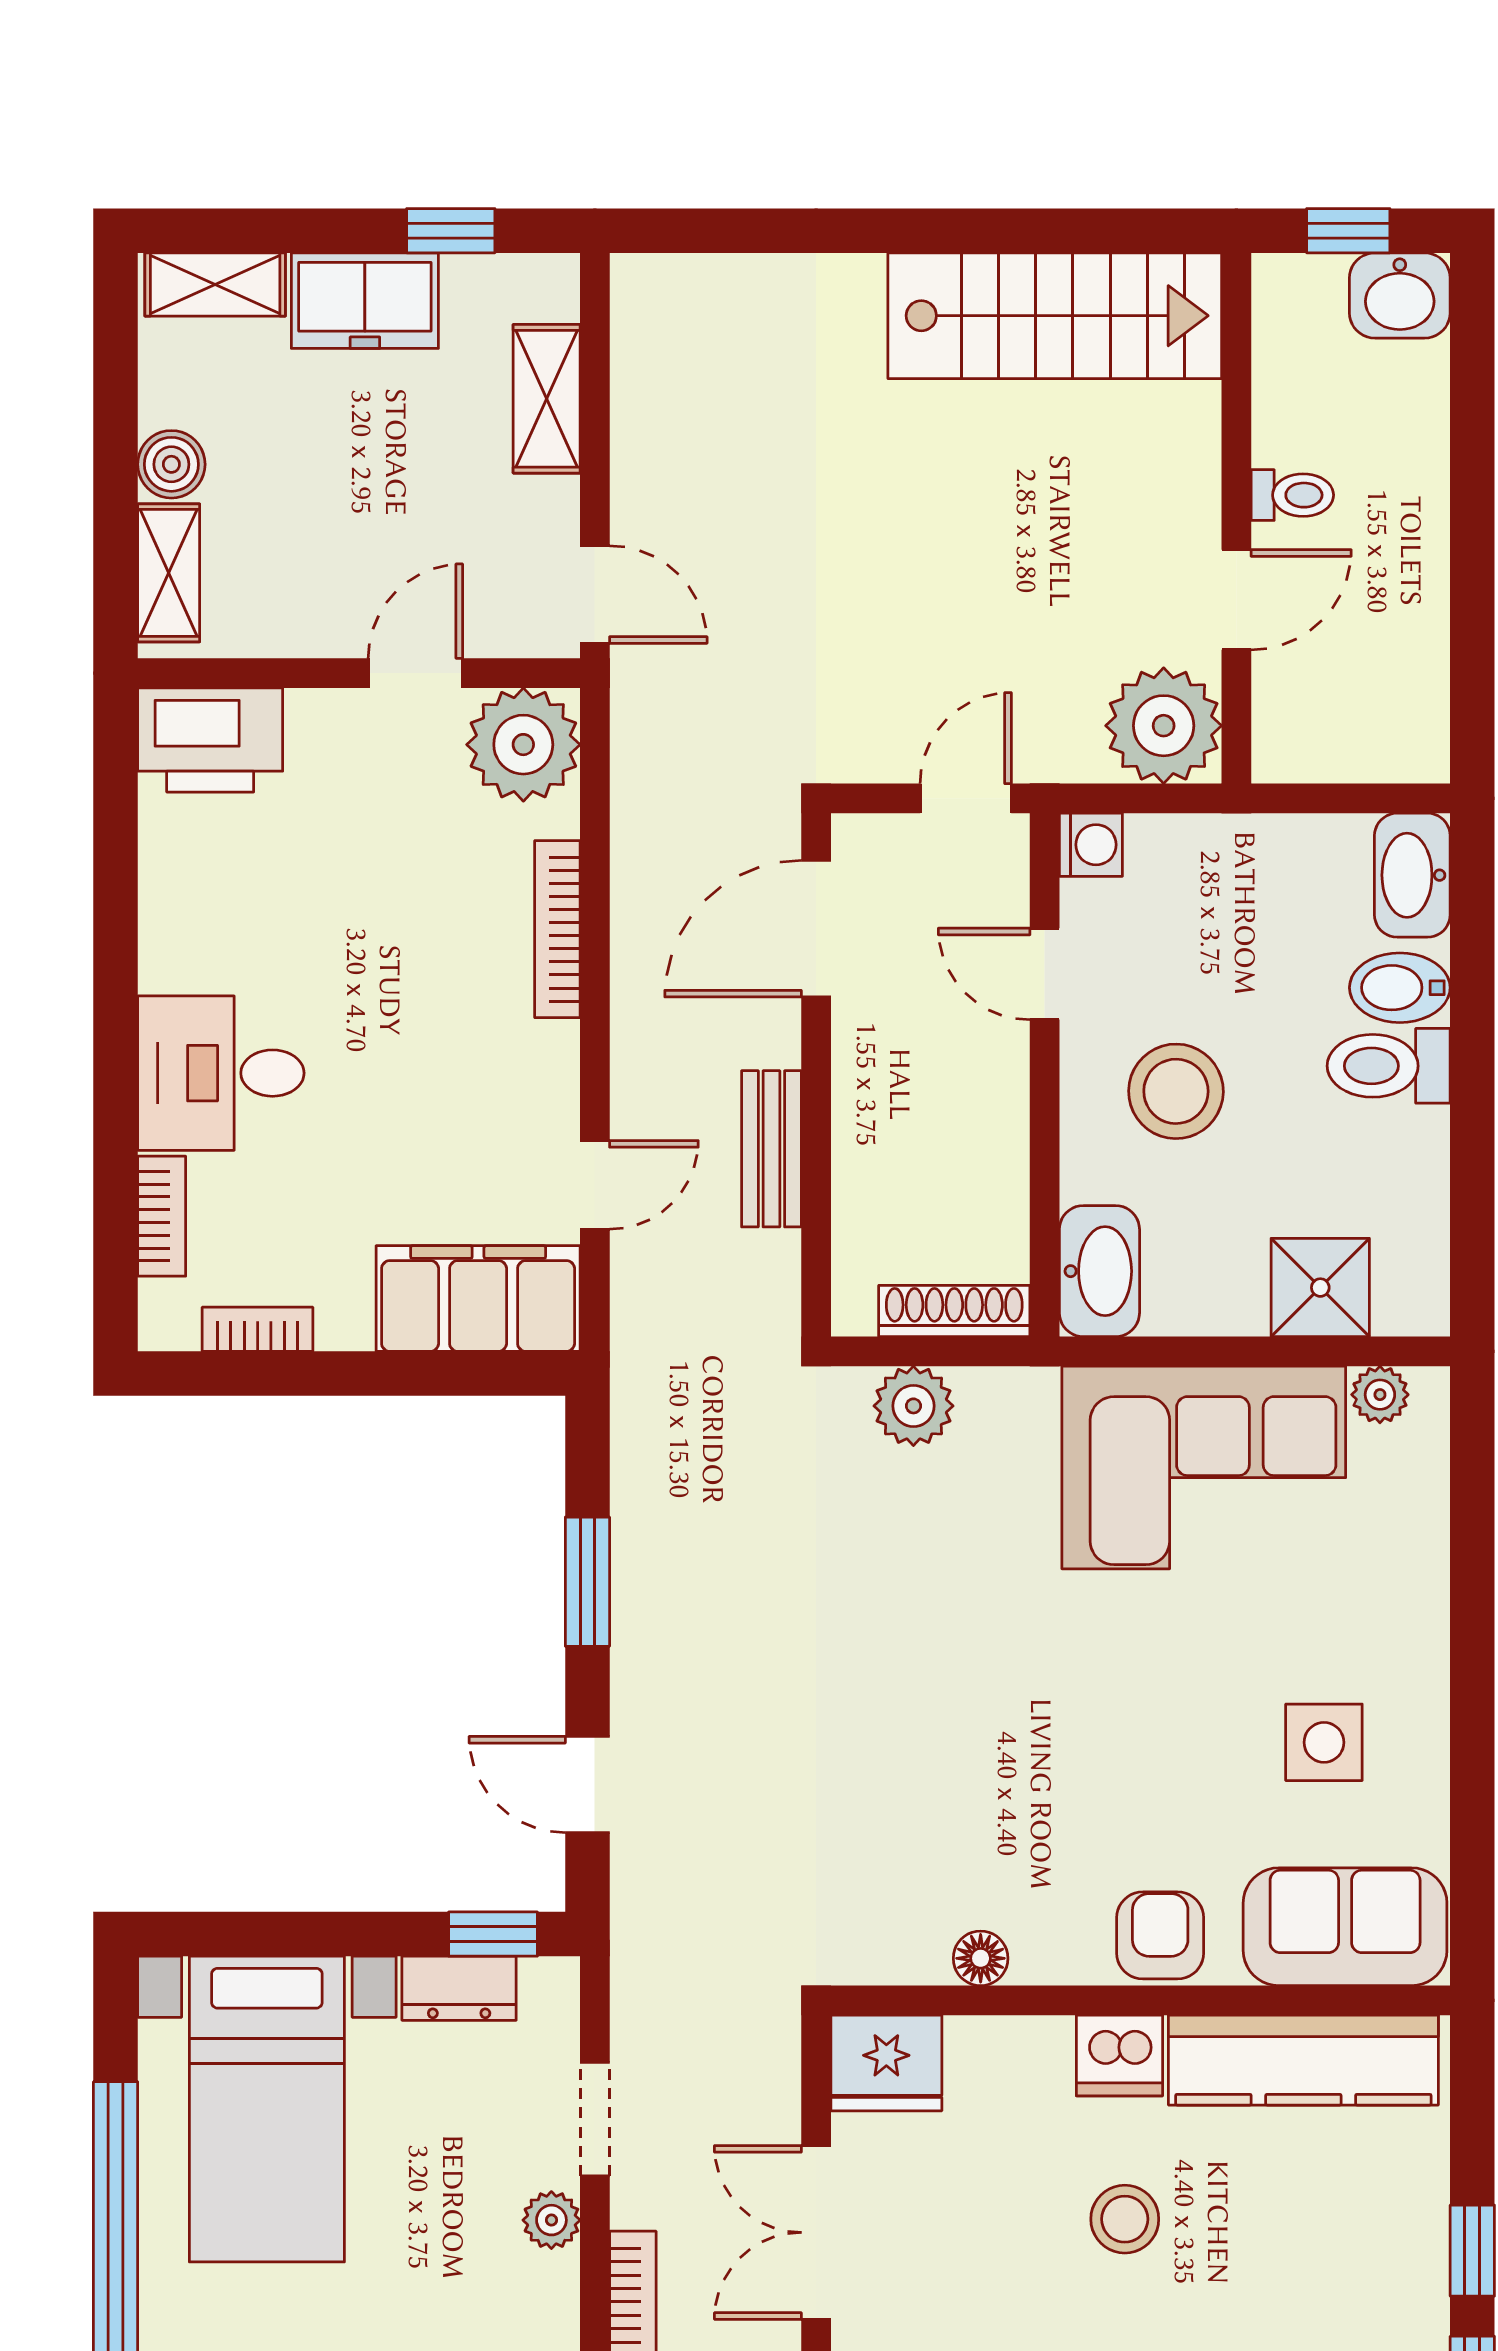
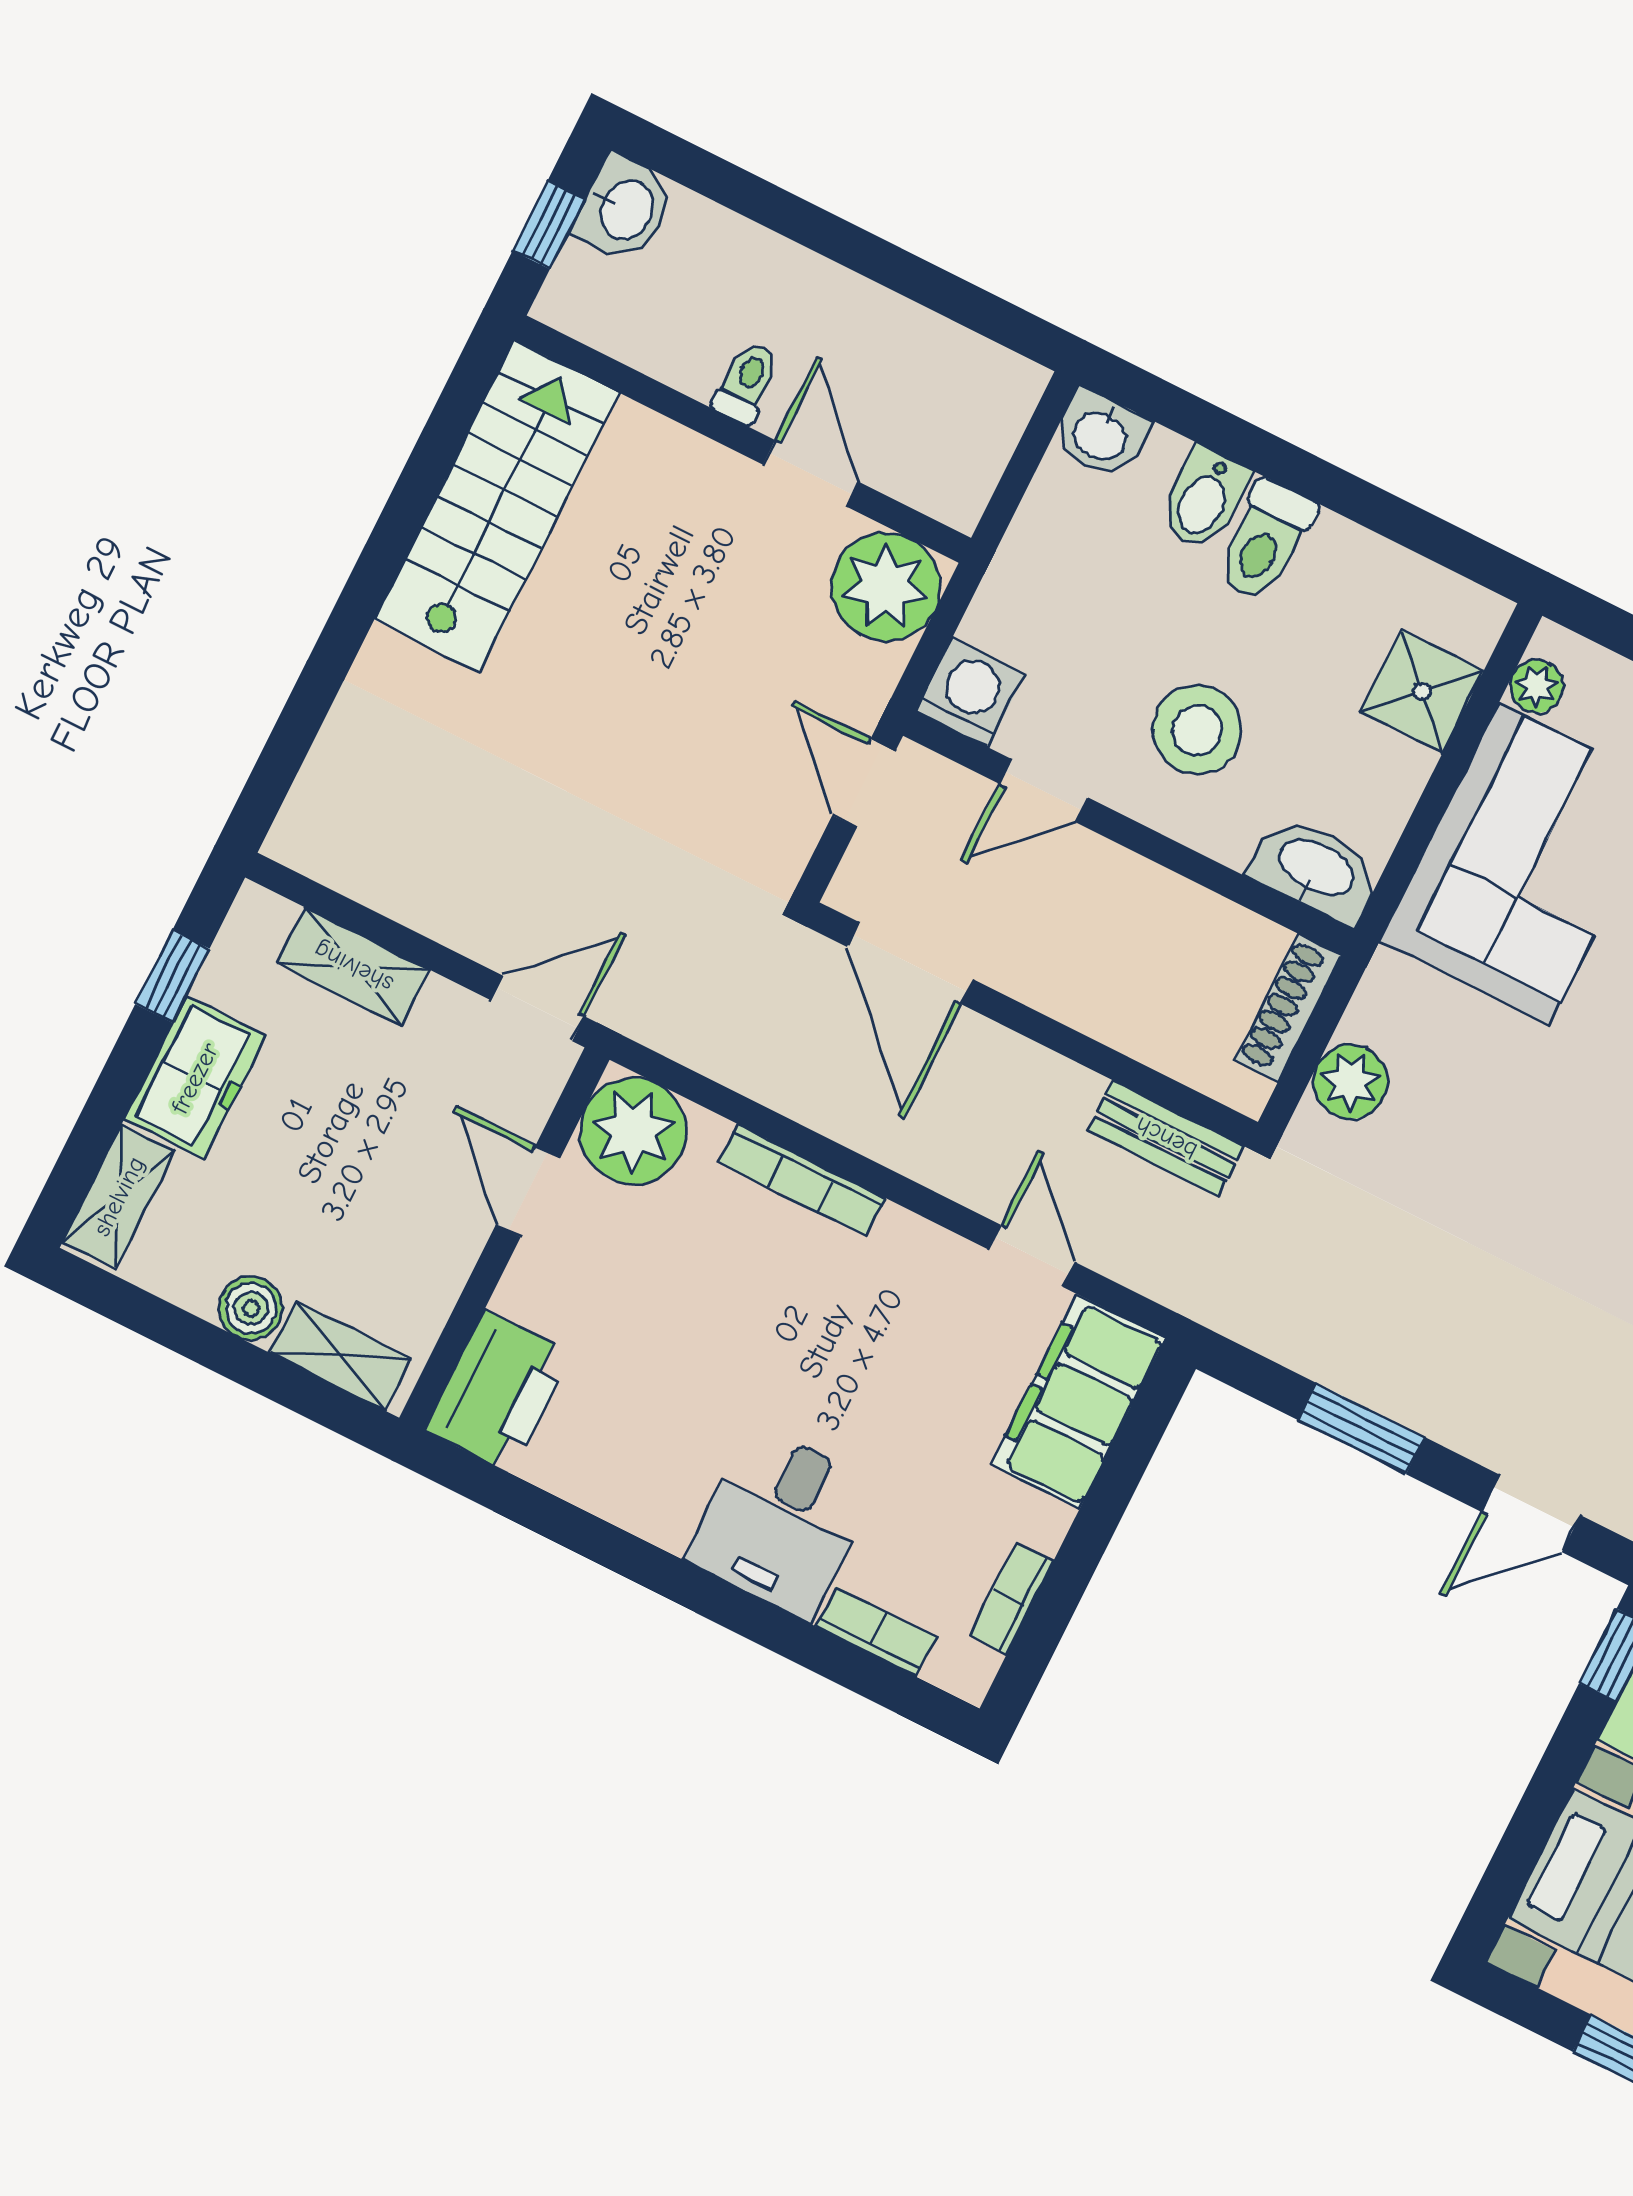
washing machine: (1091, 845) -> (970, 693), width x1.38, depth x1.38
washbasin: (1412, 875) -> (1101, 434), width x0.72
bench: (771, 1149) -> (1166, 1138), moved

